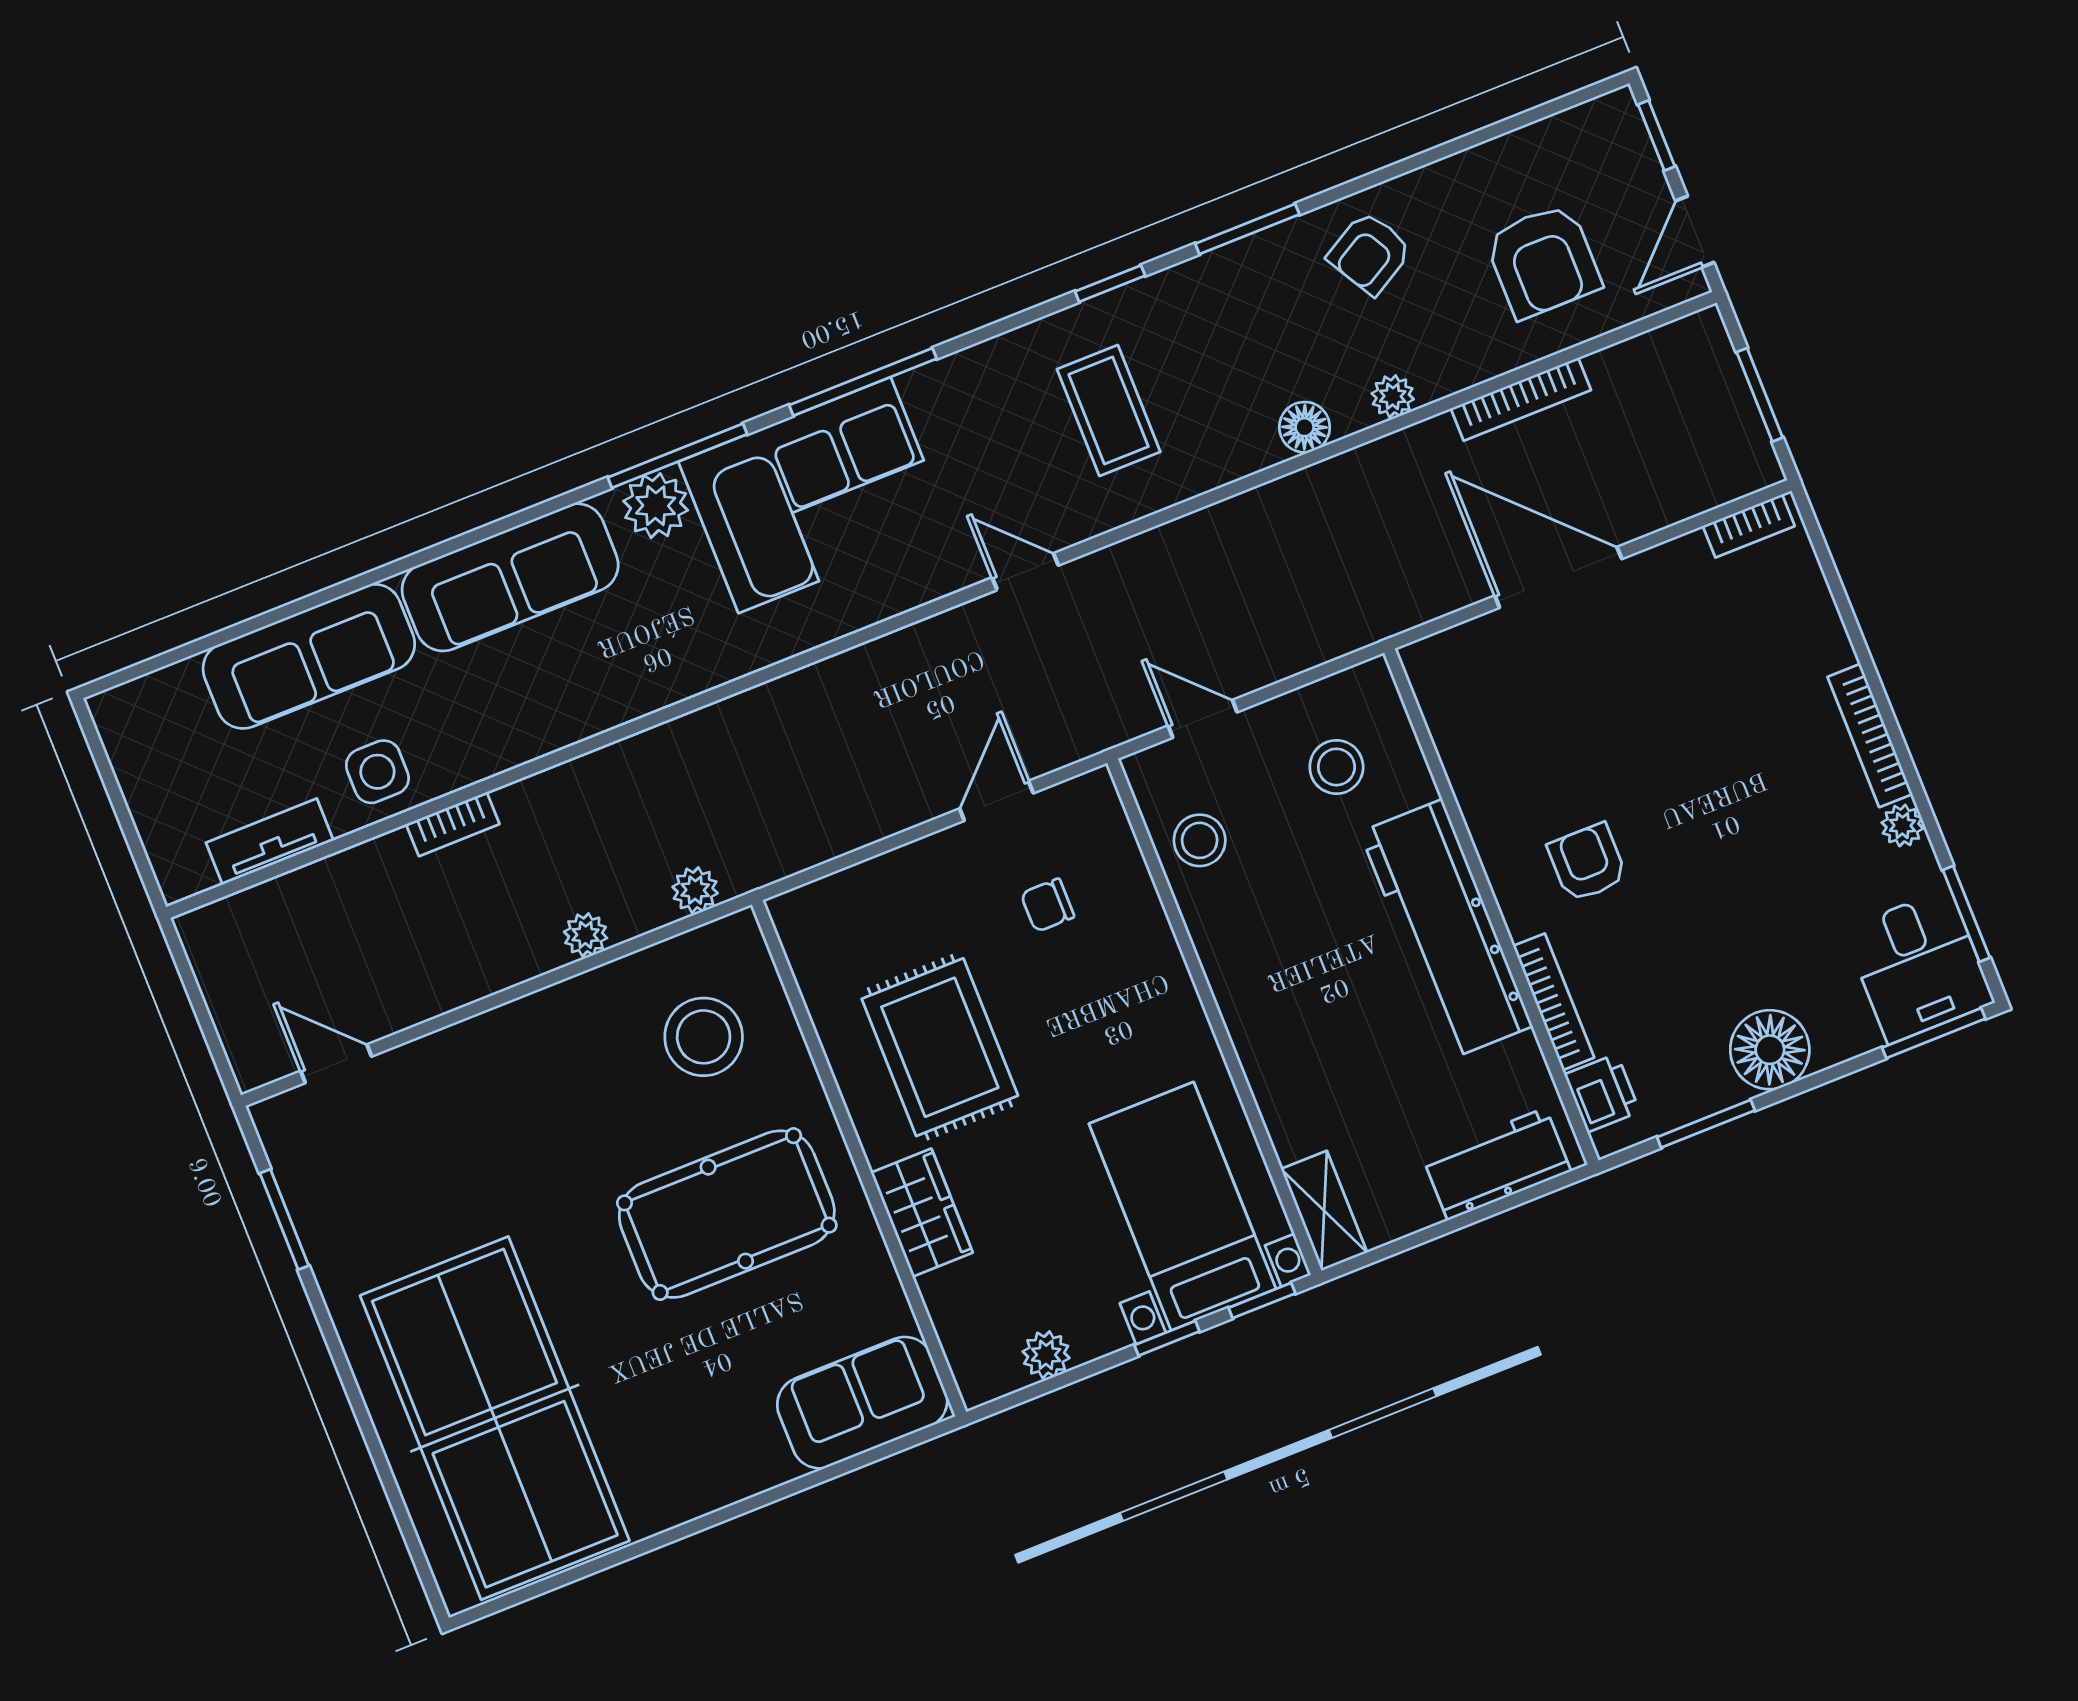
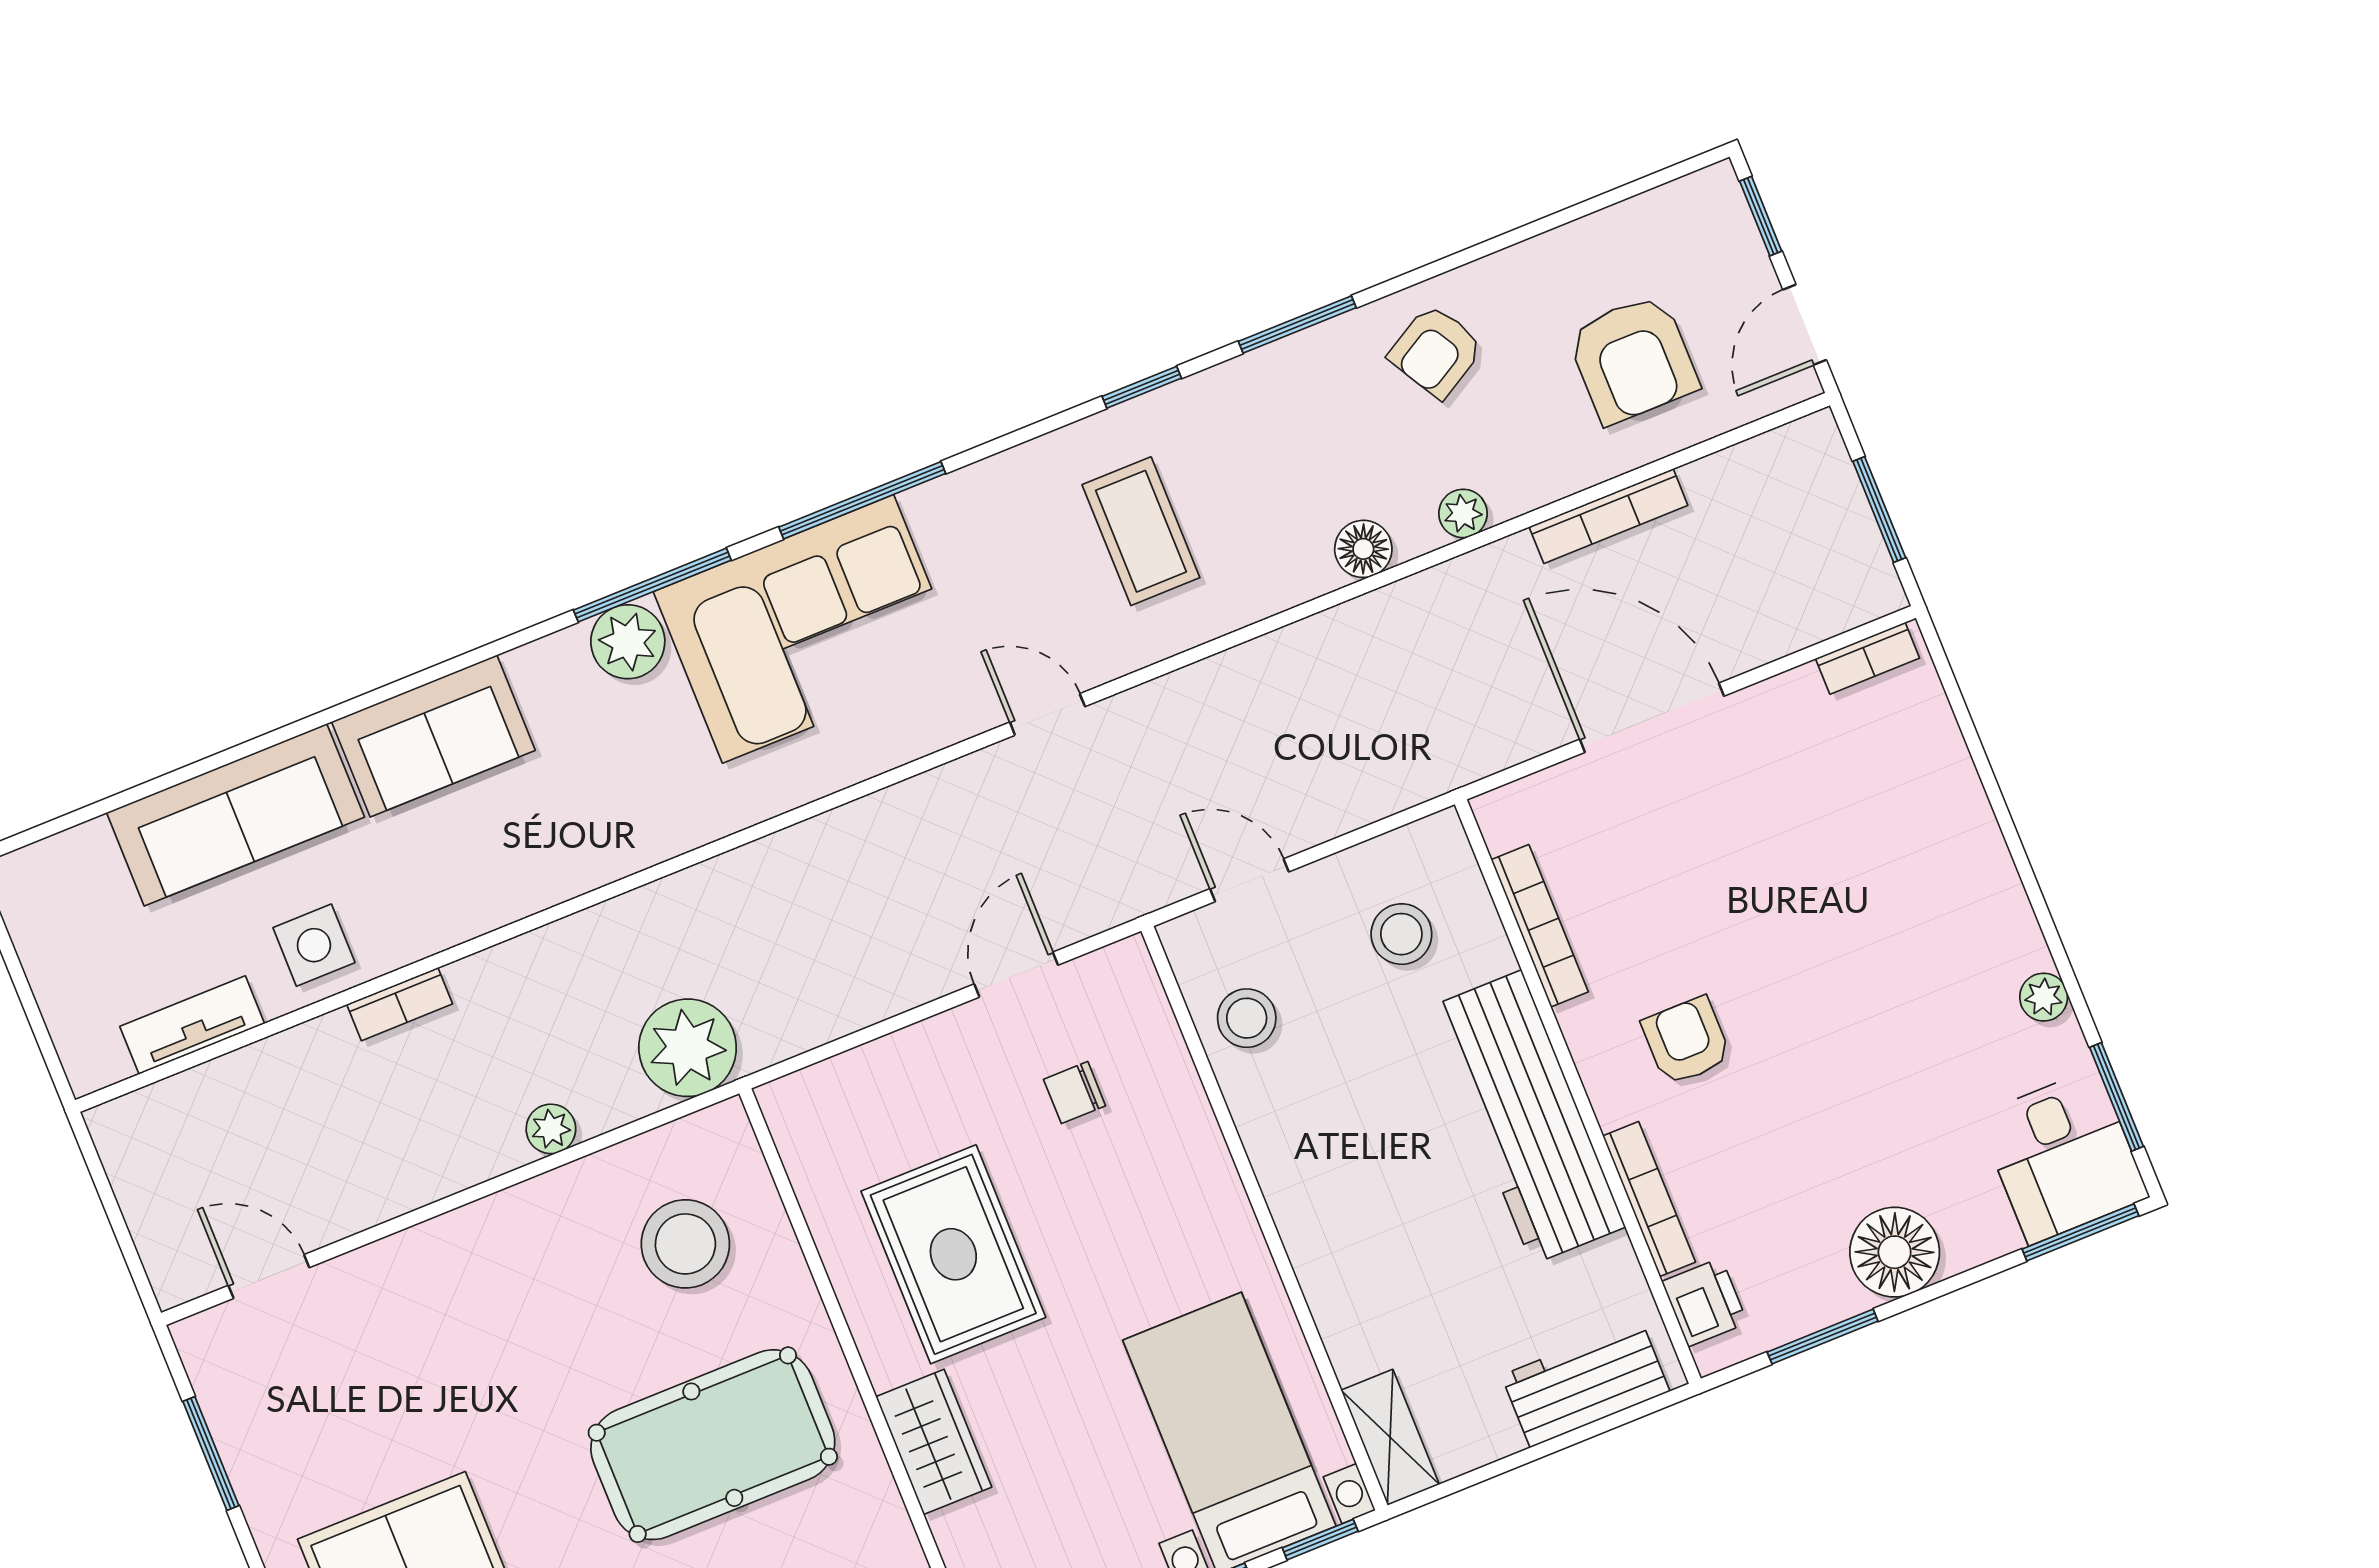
sofa: (510, 577) -> (433, 736), width x0.73
bookcase: (1870, 735) -> (1540, 926), moved, turned 180
plant: (695, 890) -> (688, 1048), width x1.87, depth x1.87

